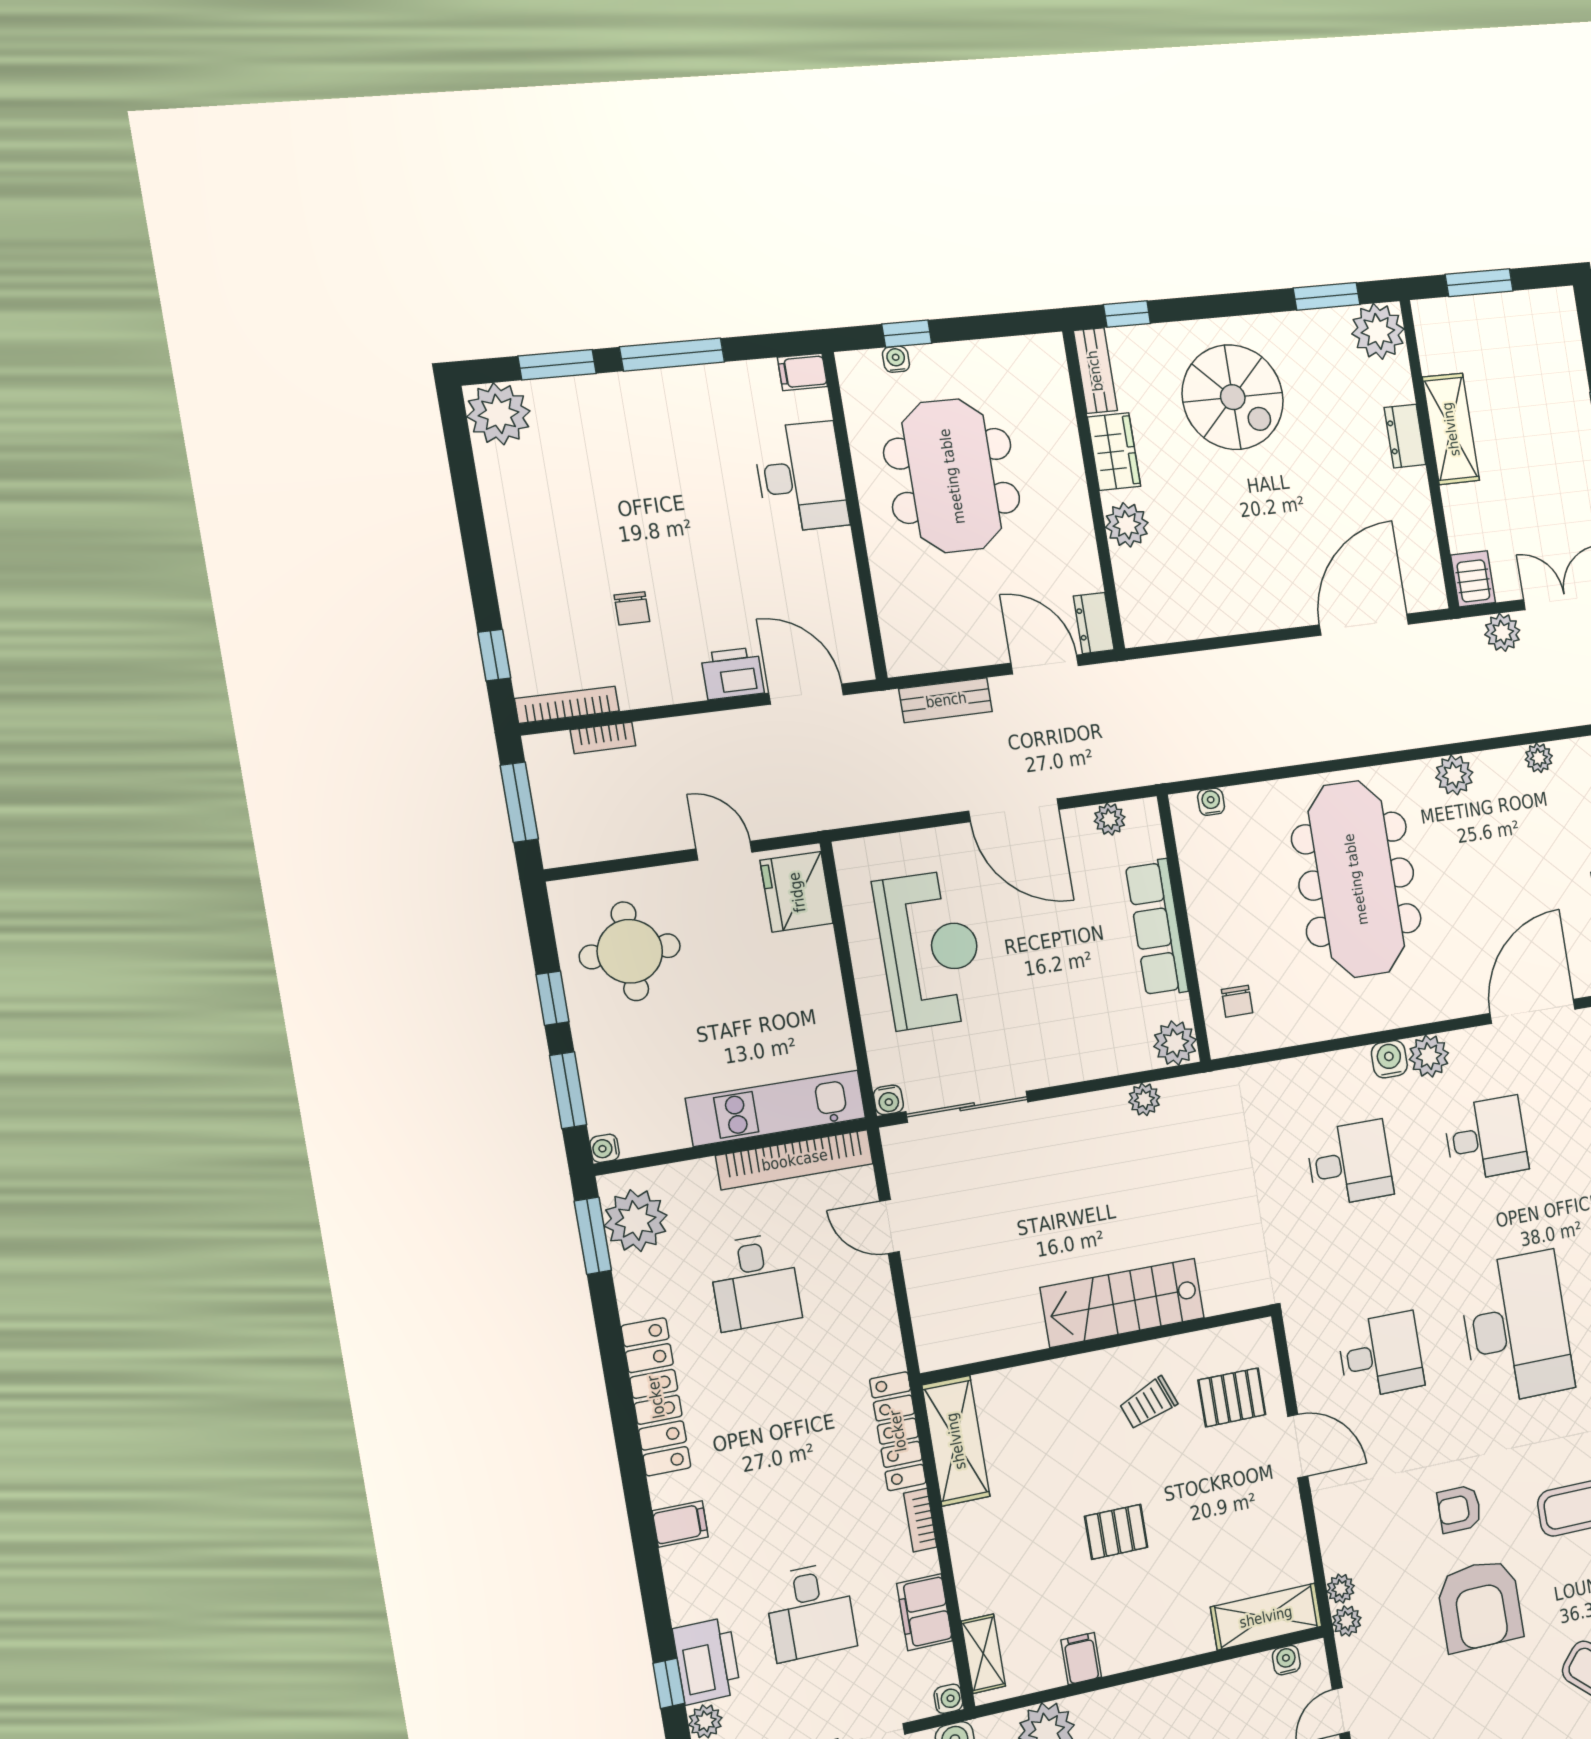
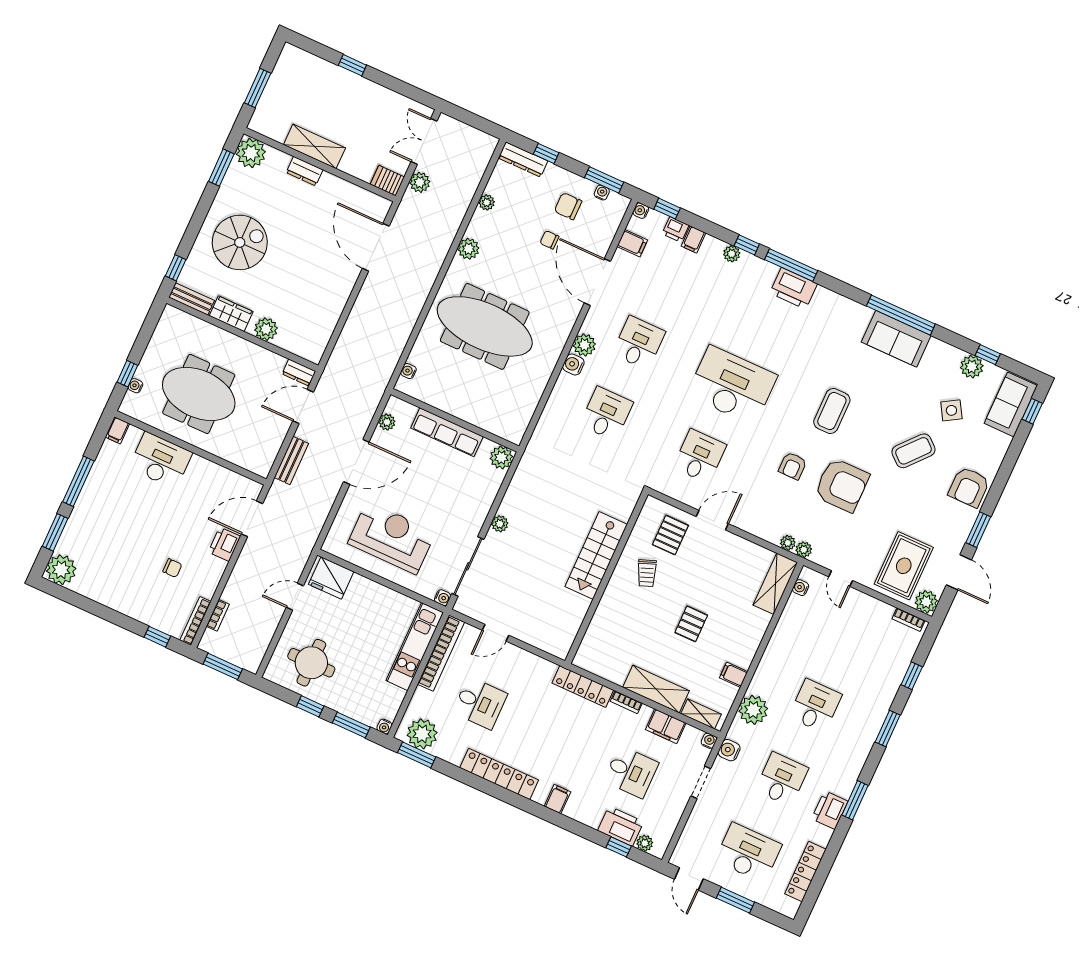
chair: (1237, 1001) -> (549, 240), moved, turned 180
plant: (1144, 1099) -> (500, 524), moved
shelving: (956, 1441) -> (656, 689), moved

